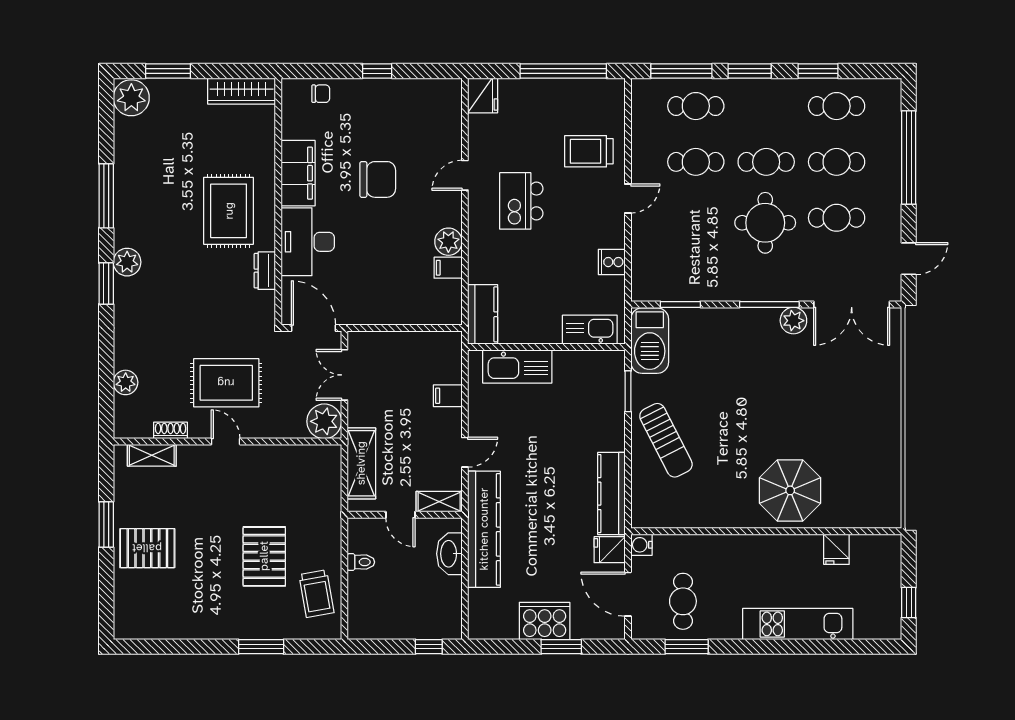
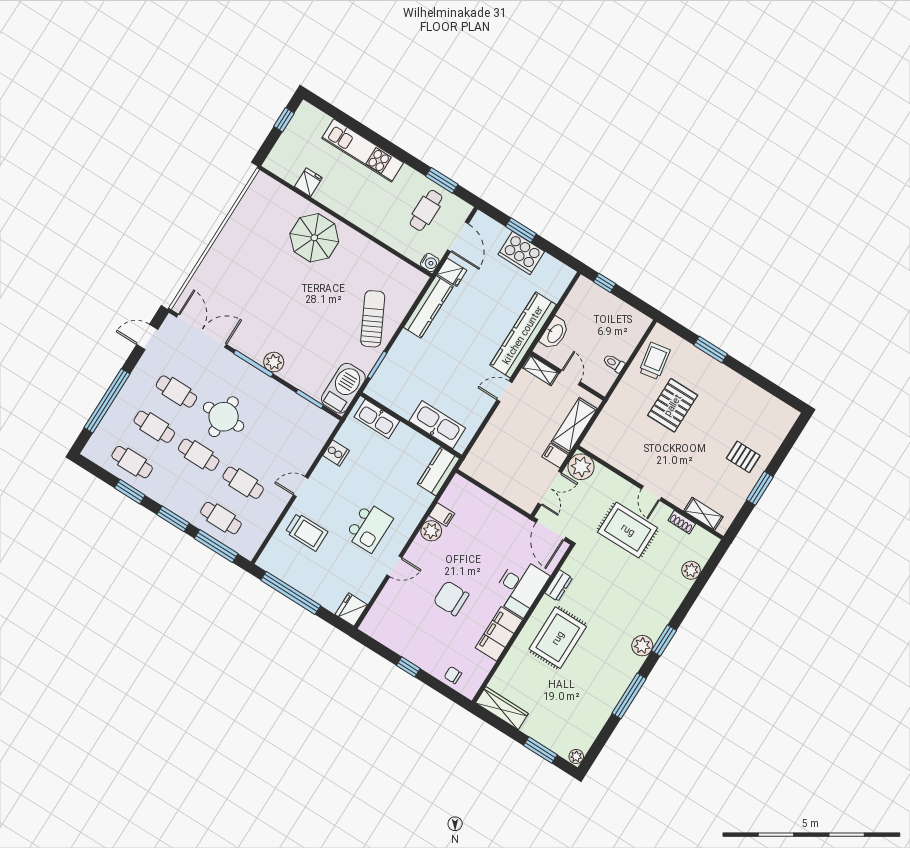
plant: (131, 98) -> (576, 756), width x0.53, depth x0.53
plant: (793, 321) -> (274, 362), moved
filing cabinet: (448, 396) -> (555, 456), moved, turned 180
pallet: (147, 548) -> (743, 457), width x0.67, depth x0.71

